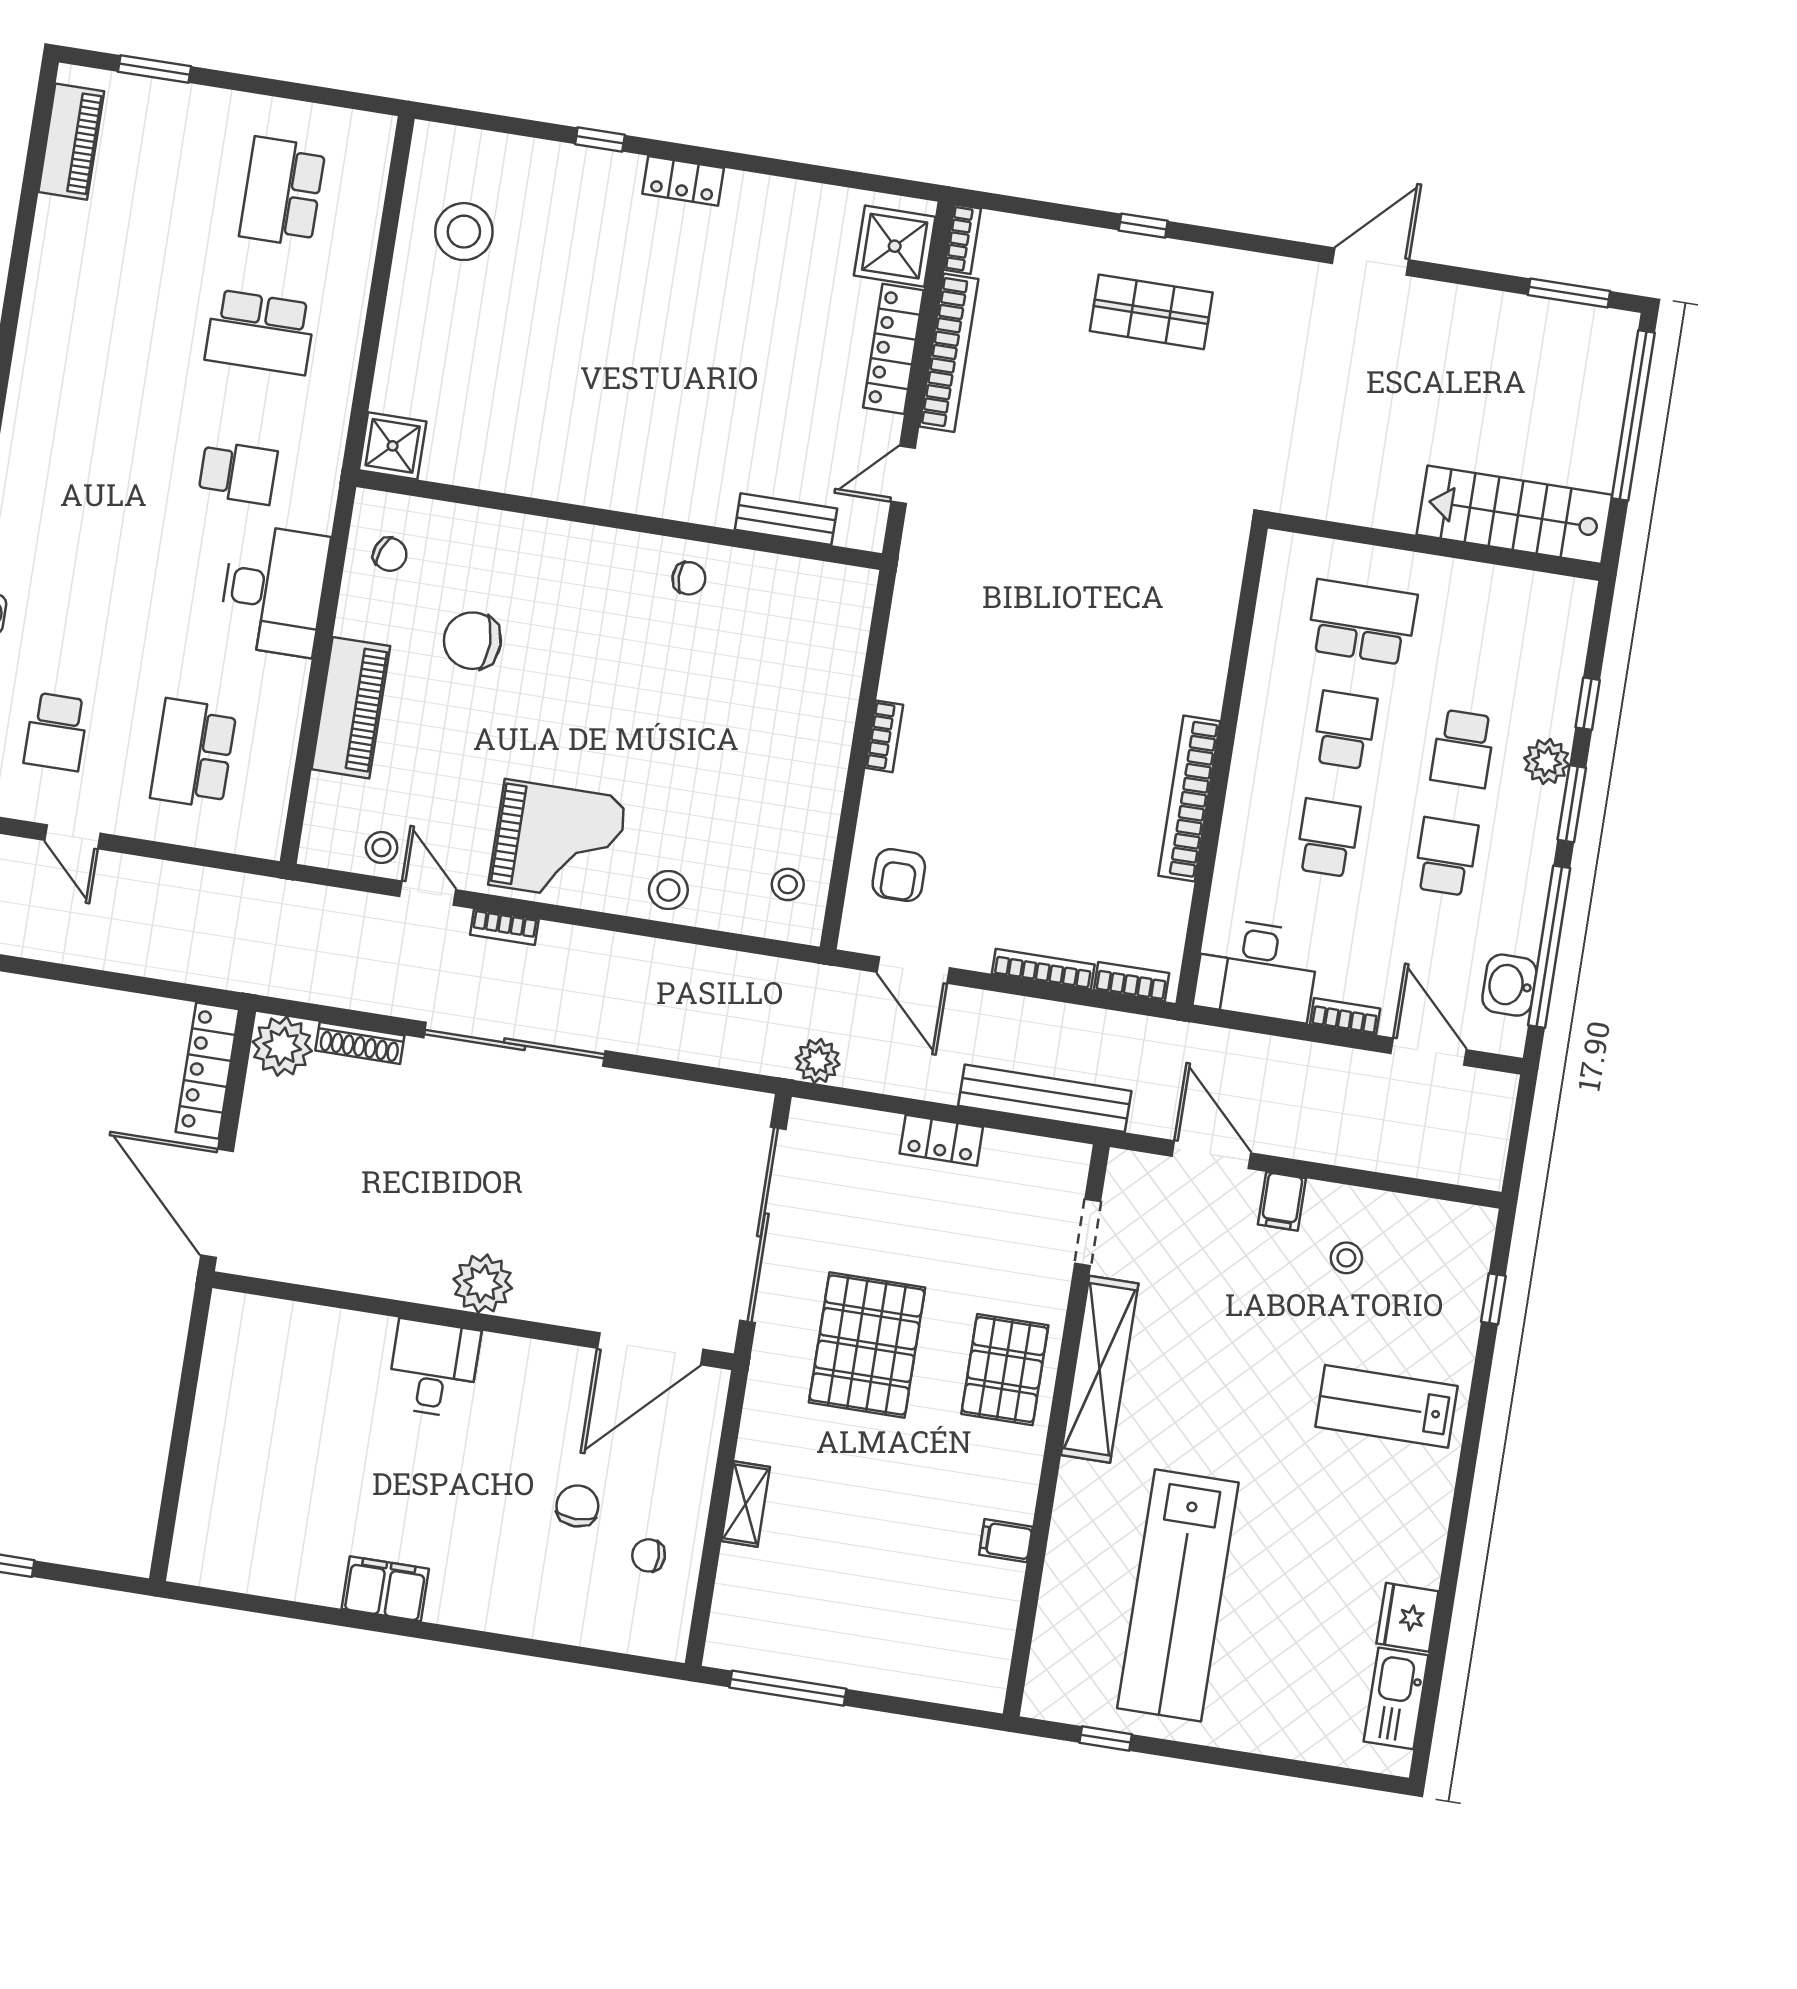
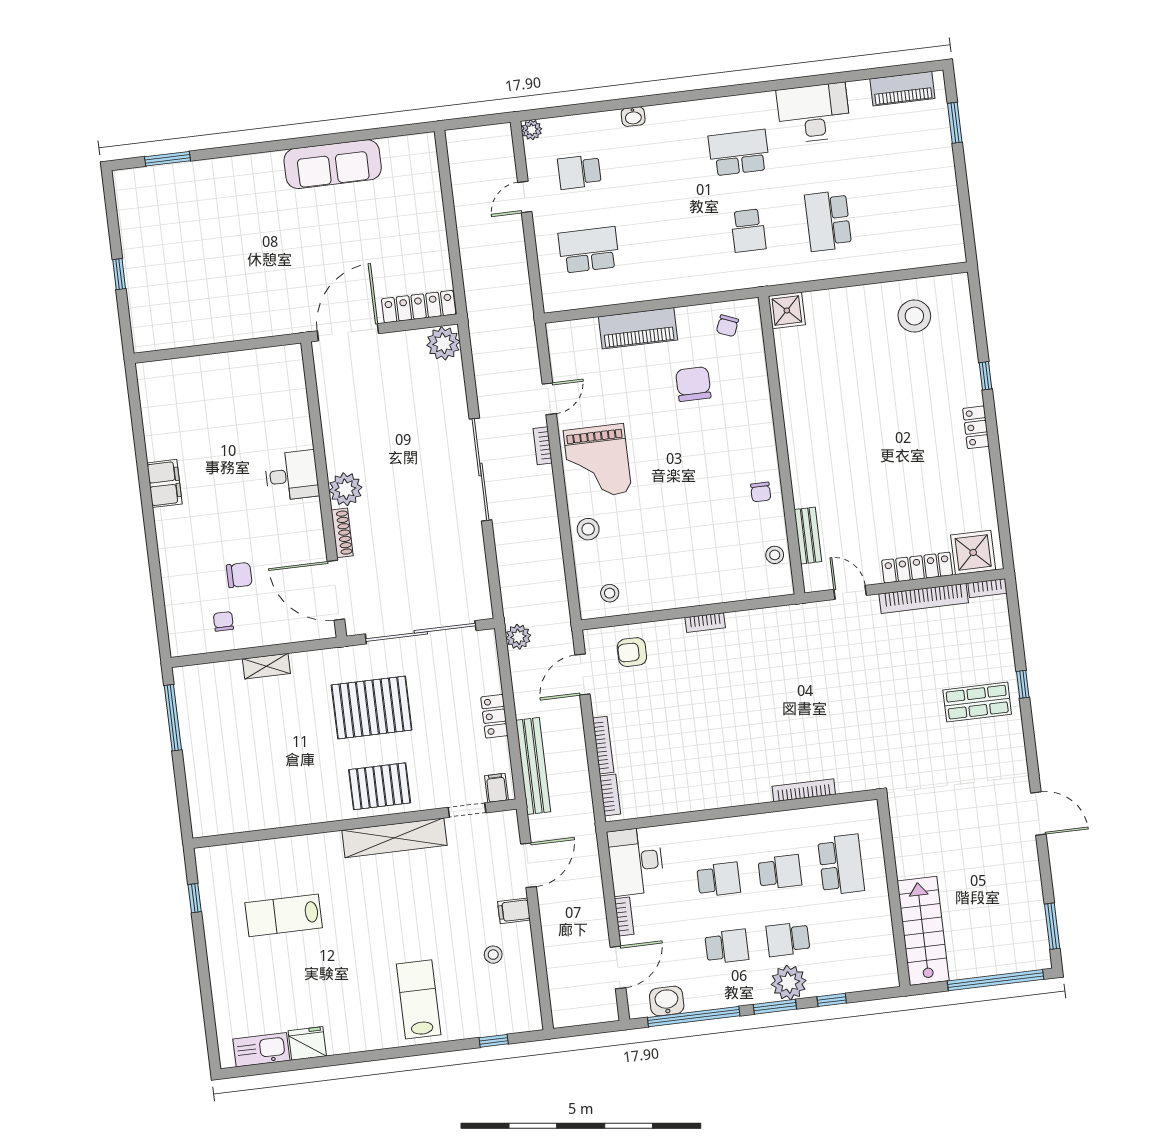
school desk: (282, 192) -> (739, 153), moved
shop shelf: (1151, 312) -> (977, 702), turned 90
desk: (274, 590) -> (814, 113), moved, turned 180
plant: (1547, 762) -> (789, 983), width x1.36, depth x1.36
bookcase: (1189, 799) -> (804, 790), moved, width x0.68, depth x0.76
stool: (381, 848) -> (775, 555), moved
shoe rack: (360, 1043) -> (342, 533), moved, turned 180
filing cabinet: (1006, 1541) -> (496, 788), moved
lab bench: (1178, 1595) -> (284, 915), width x0.54, depth x0.72

